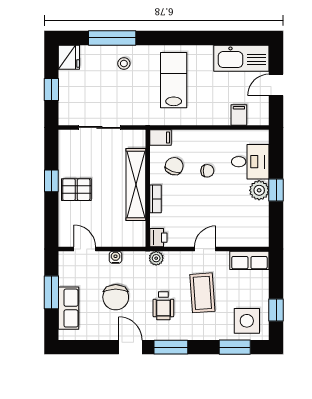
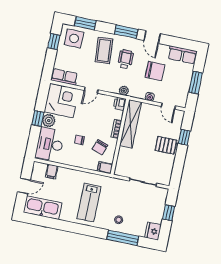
desk: (250, 162) -> (50, 144), width x1.37
window: (51, 181) -> (184, 137), moved
shelving: (136, 184) -> (131, 124), moved
corner desk: (246, 224) -> (61, 101), added
coffee table: (202, 293) -> (104, 50), moved
chair: (116, 297) -> (155, 71), turned 90
row of seats: (69, 308) -> (182, 55), moved, turned -90

